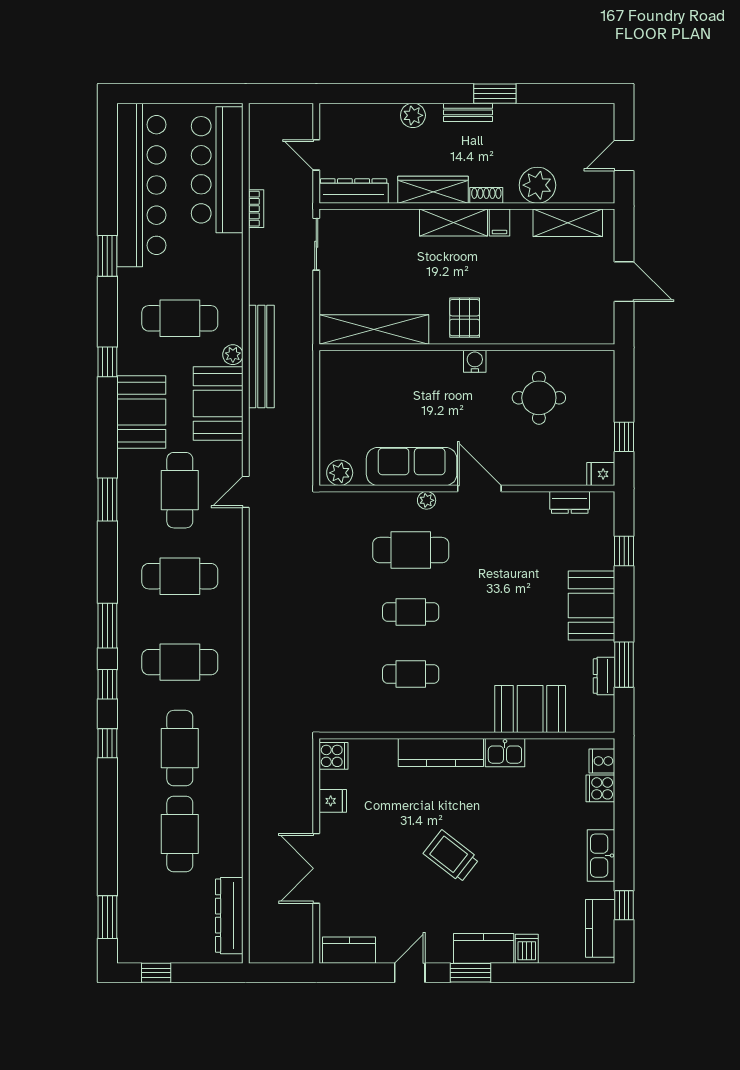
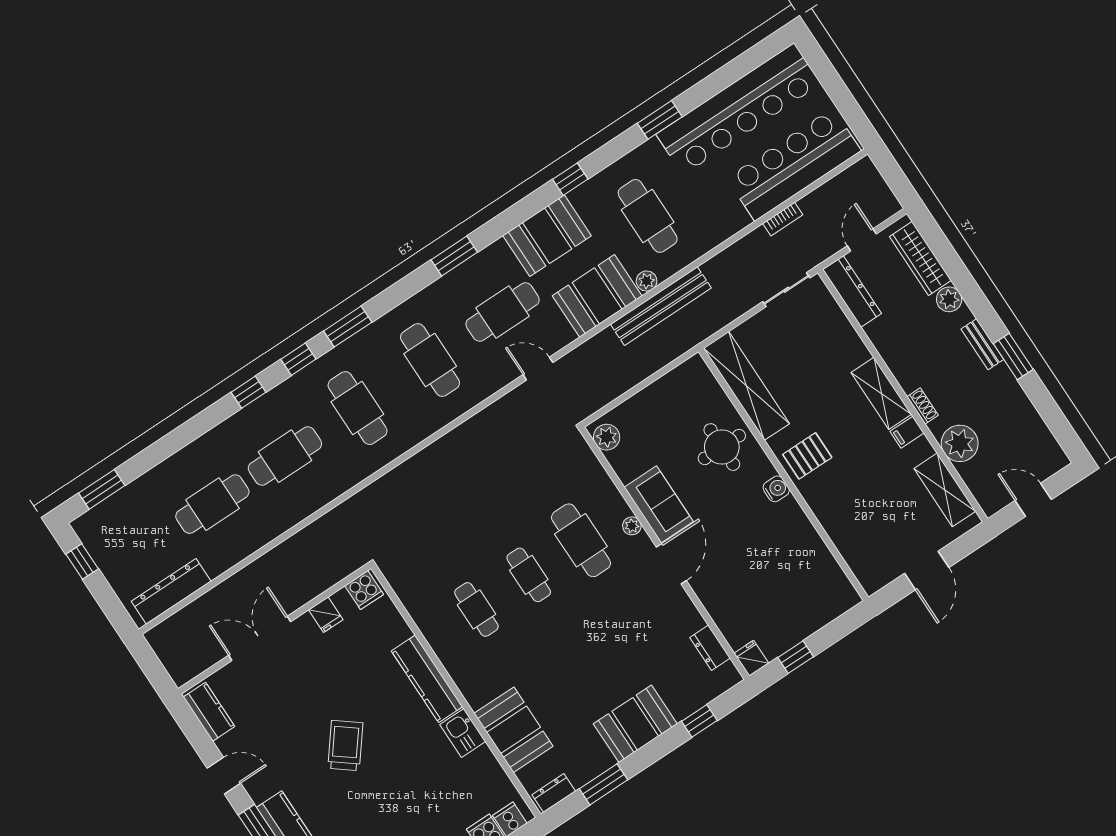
wardrobe: (433, 190) -> (920, 258), moved, turned 180
round table: (539, 398) -> (722, 447), moved
sofa: (412, 466) -> (659, 504), width x0.73
dresser: (604, 676) -> (554, 793), moved

